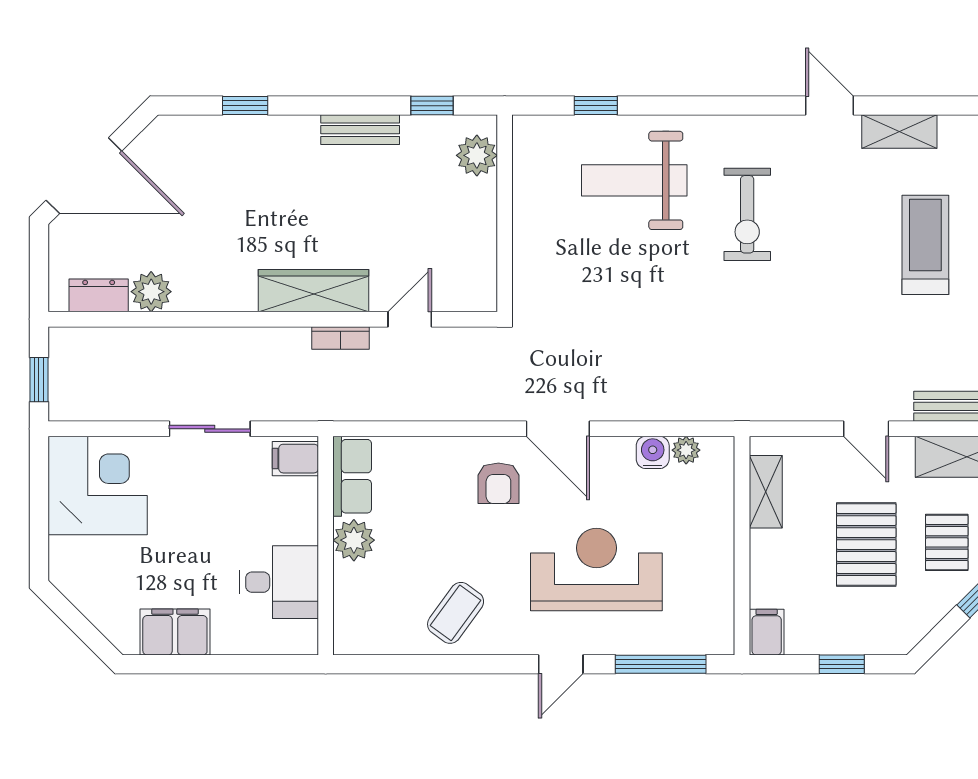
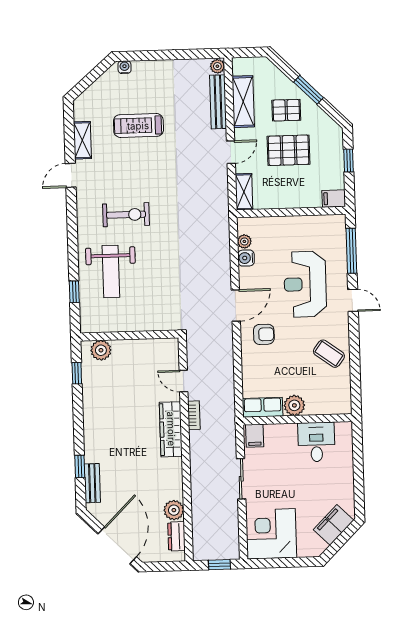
bench: (360, 130) -> (92, 483), moved
shelving: (766, 492) -> (244, 192), moved, turned 90
filing cabinet: (175, 632) -> (333, 525), moved, turned 45

